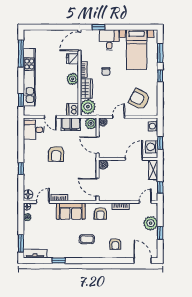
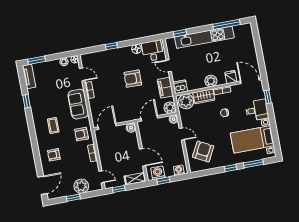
door: (50, 117) -> (169, 66), hinge flipped
floor lamp: (28, 194) -> (137, 49), moved

